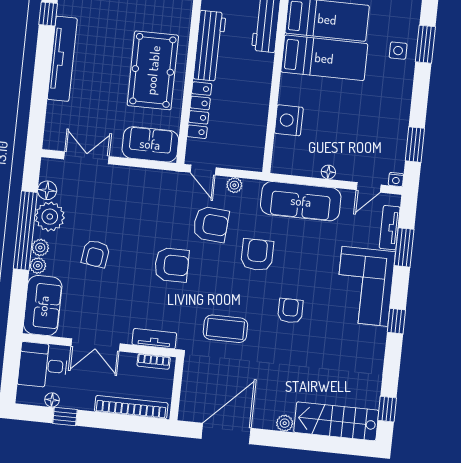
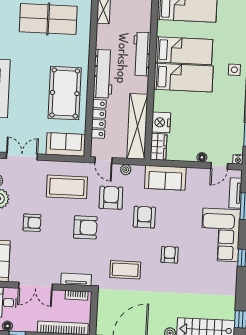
shelving: (254, 124) -> (137, 126), added
wardrobe: (283, 155) -> (159, 147), added
floor lamp: (328, 172) -> (202, 157), moved
sofa: (301, 201) -> (165, 178), width x0.73
coffee table: (148, 205) -> (67, 187), added
armchair: (211, 224) -> (111, 198), turned -94
armchair: (96, 254) -> (32, 223), turned -98

